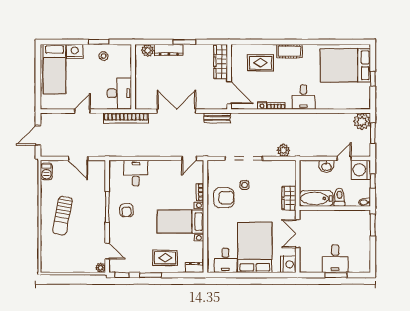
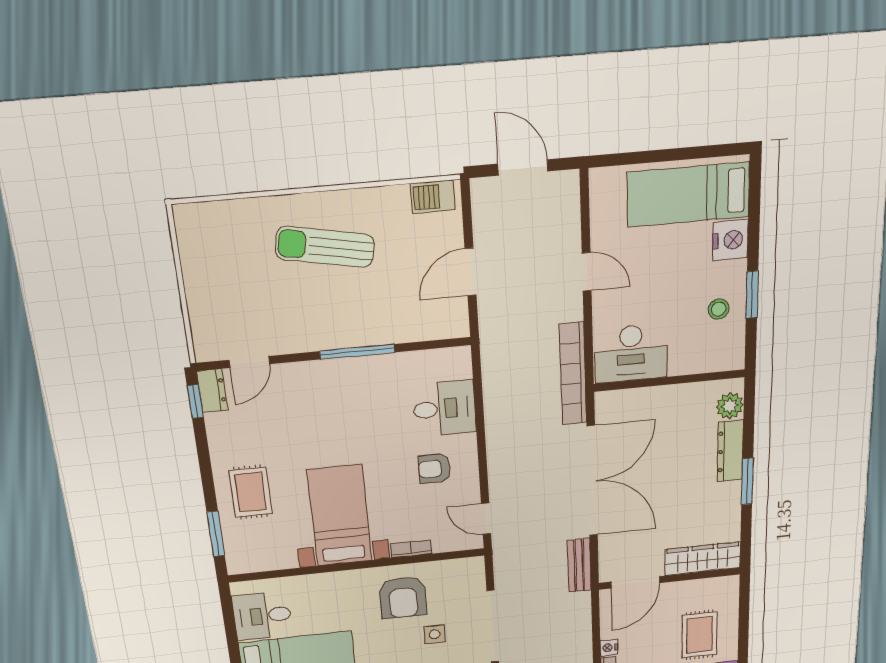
double door: (176, 111) -> (592, 481), width x1.36
armchair: (127, 210) -> (434, 469), moved
plant: (101, 268) -> (206, 351), removed
dresser: (195, 268) -> (212, 391), moved
window: (150, 275) -> (216, 534), moved

